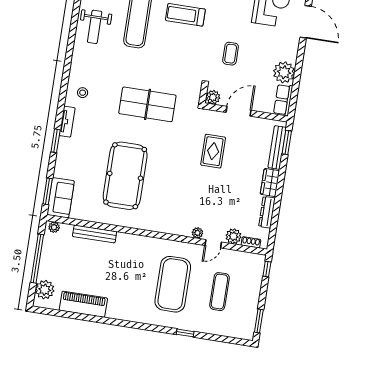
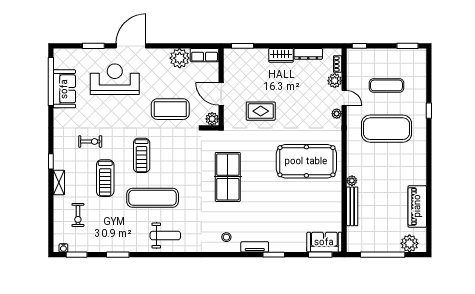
coffee table: (231, 54) -> (170, 109), width x1.86, depth x1.72
bench: (277, 147) -> (248, 54), removed
pool table: (125, 176) -> (306, 161), moved
plant: (54, 227) -> (352, 181), moved

